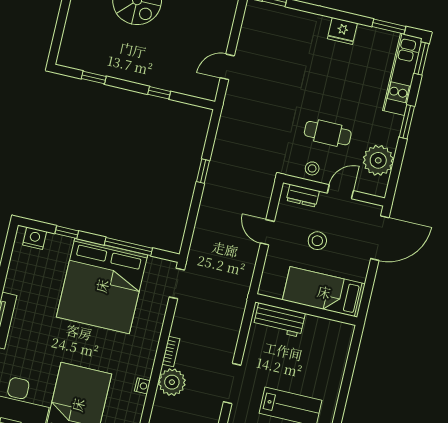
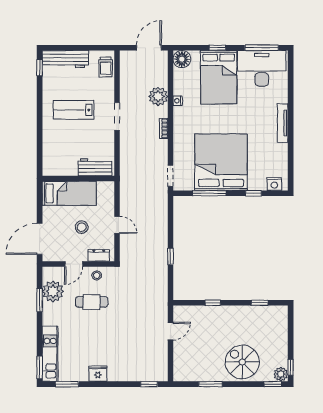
window: (407, 122) -> (40, 300), moved
plant: (172, 382) -> (158, 96), moved

